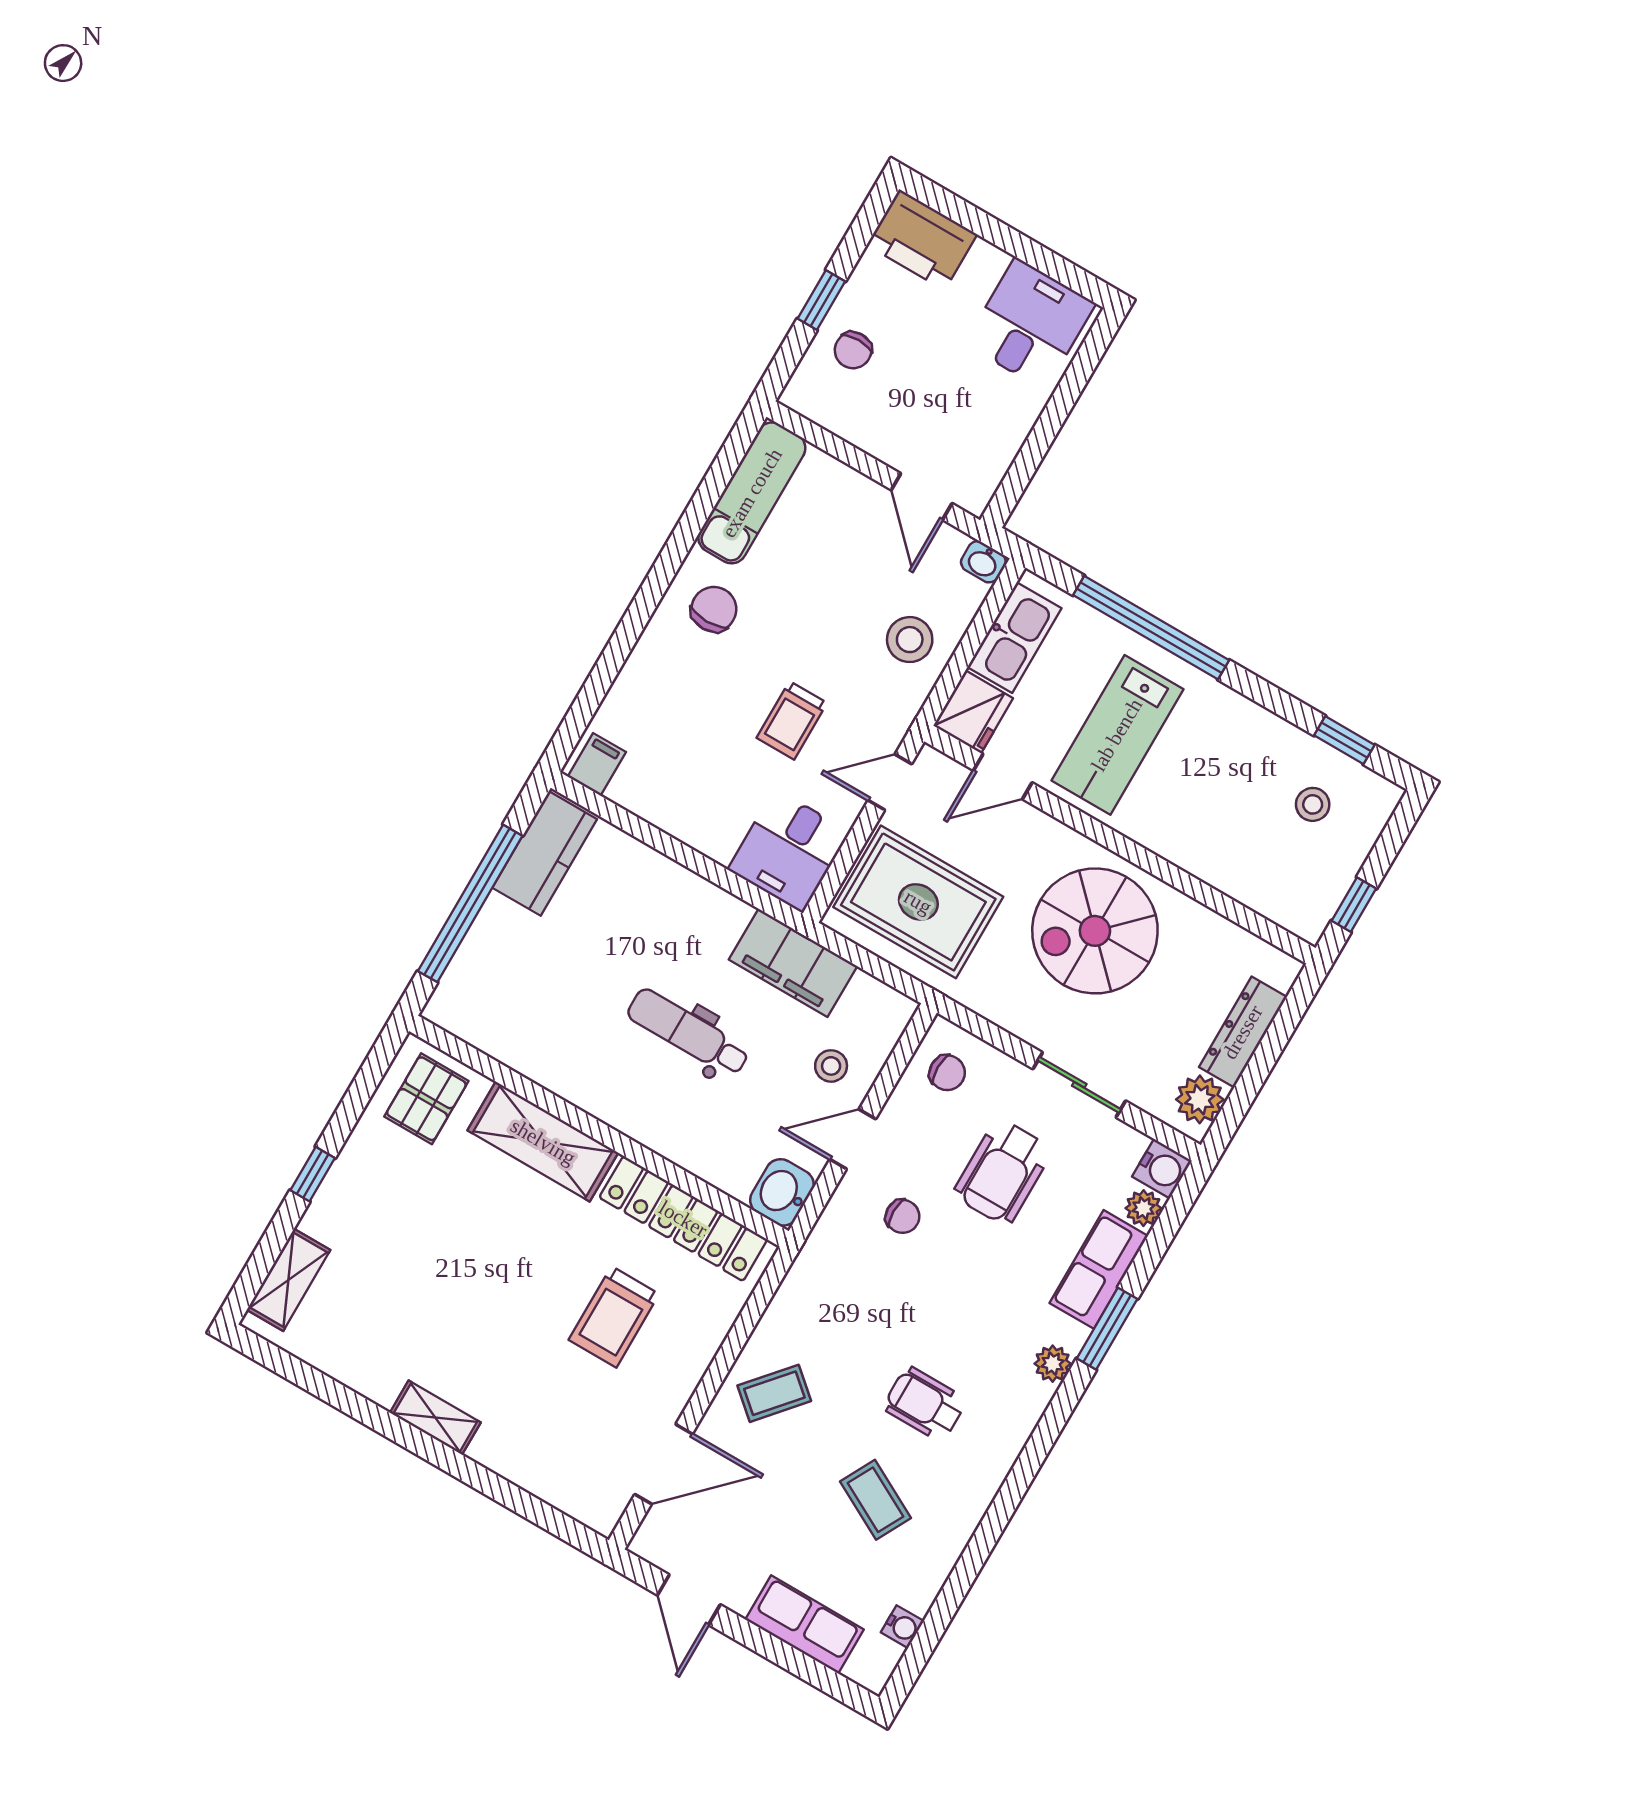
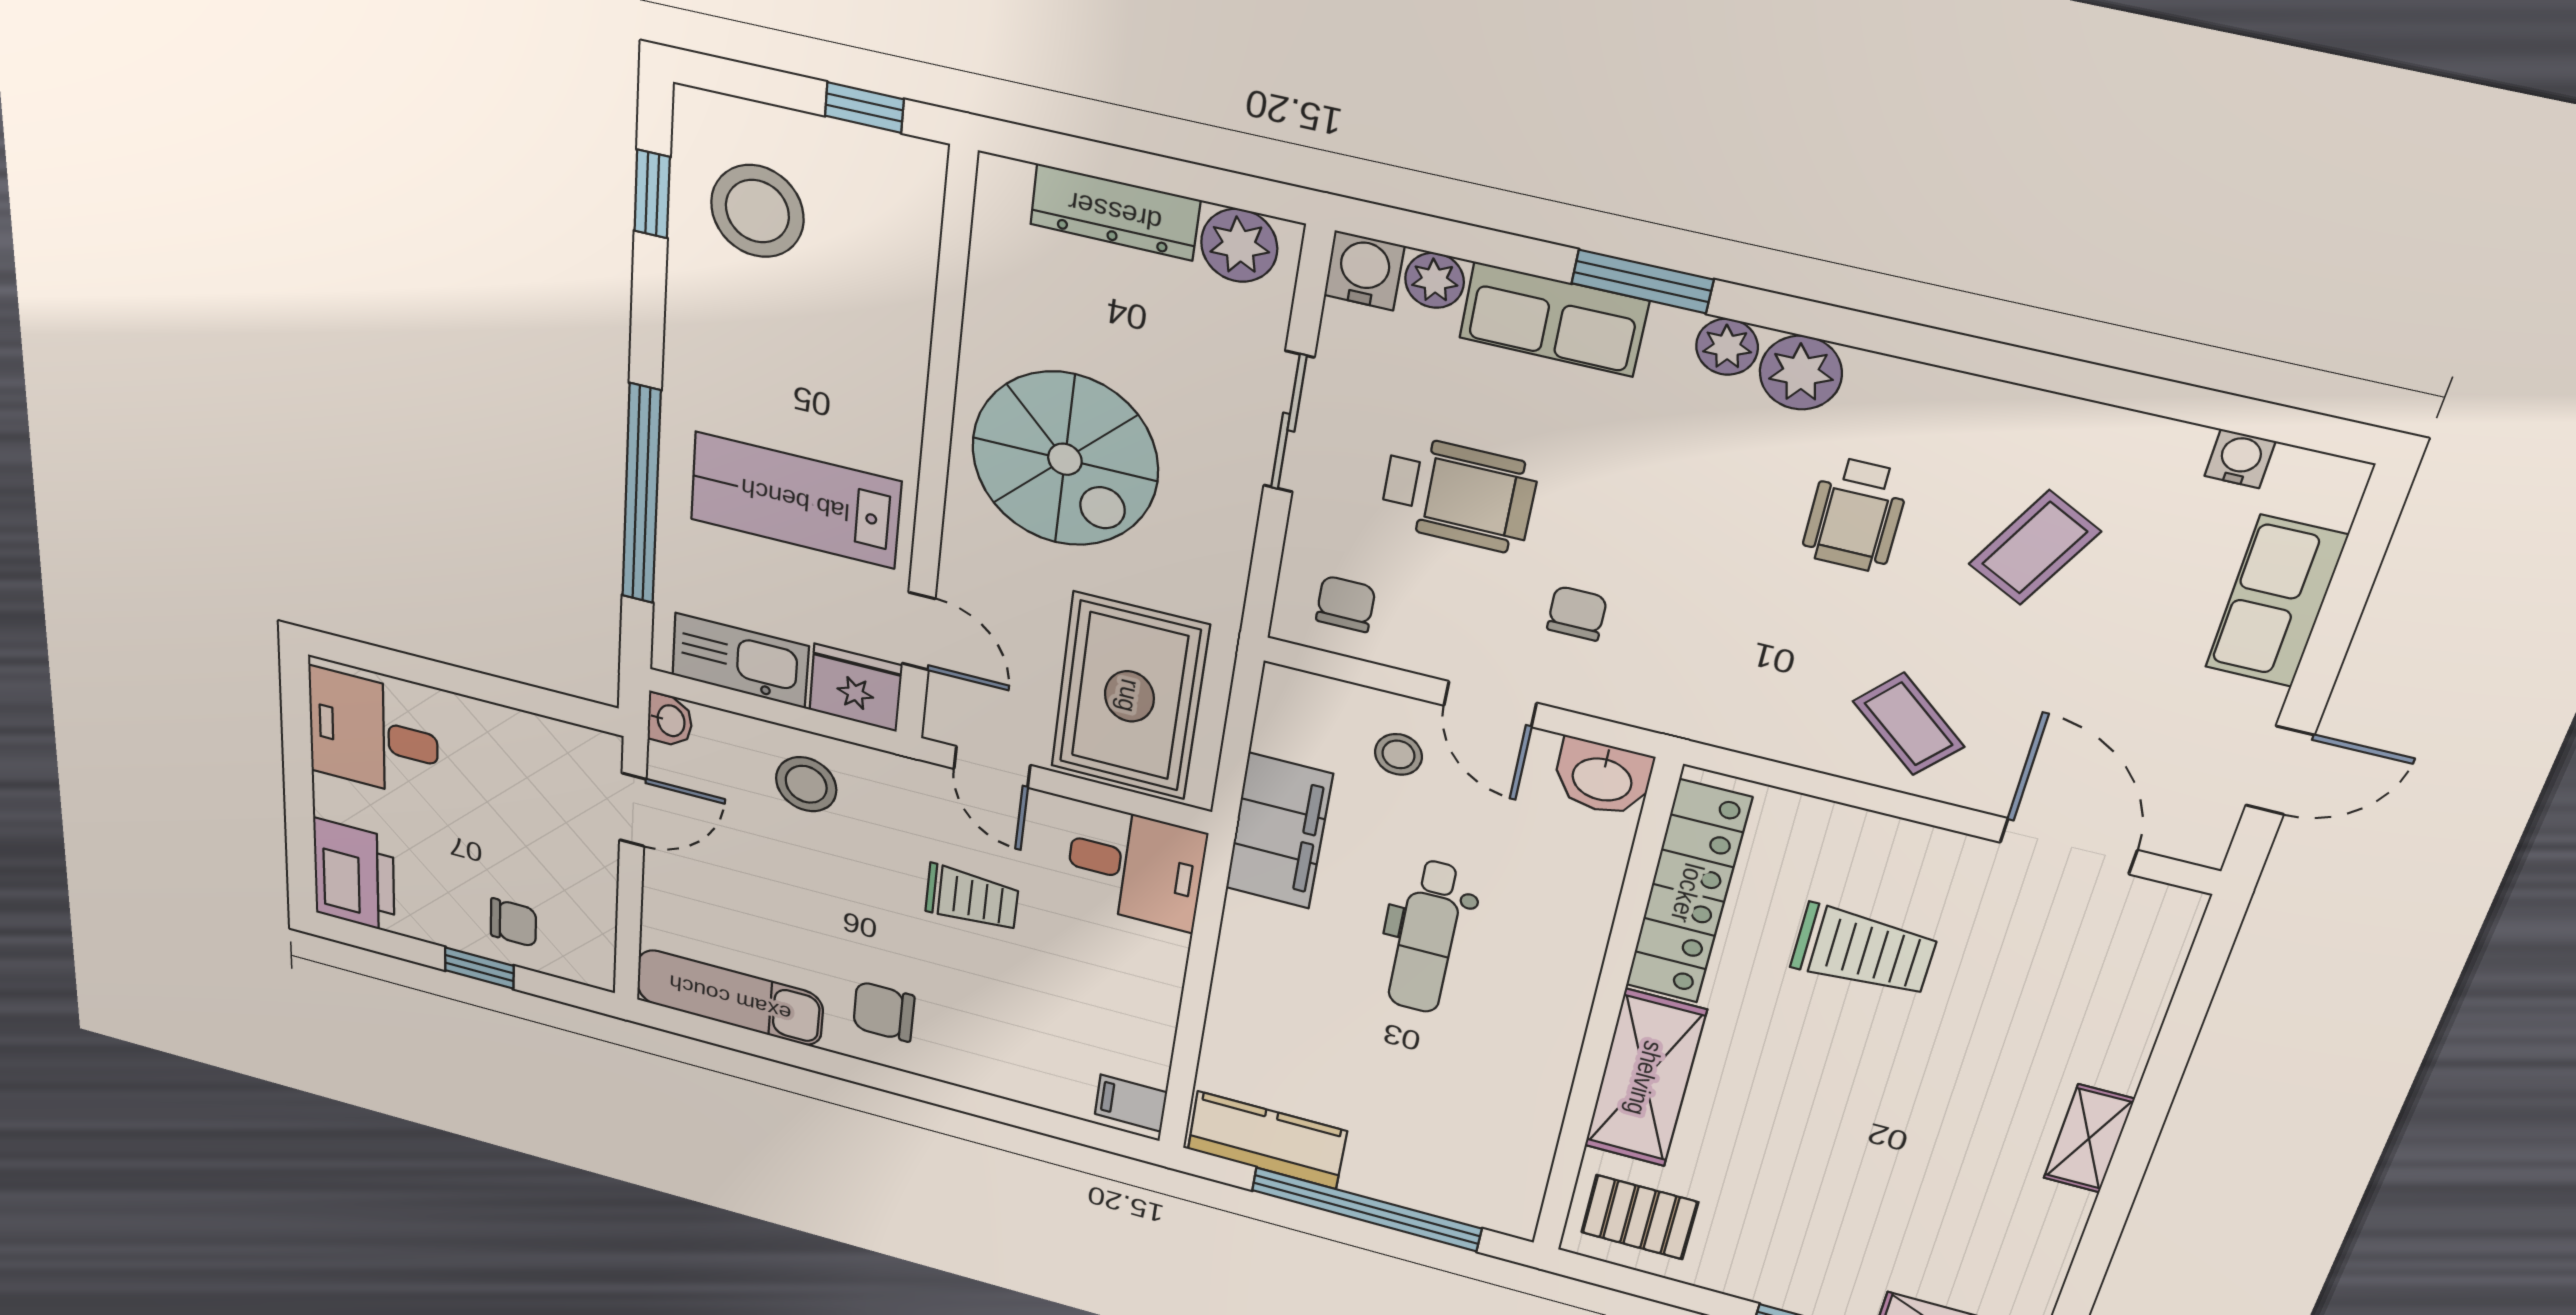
lab bench: (1117, 735) -> (795, 500), turned 180
stool: (1313, 804) -> (757, 211), width x1.89, depth x1.89
plant: (1024, 1400) -> (1801, 373), added

